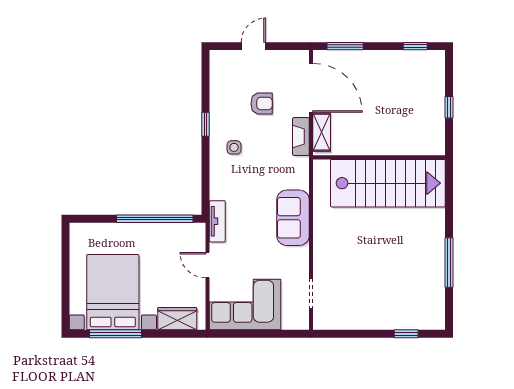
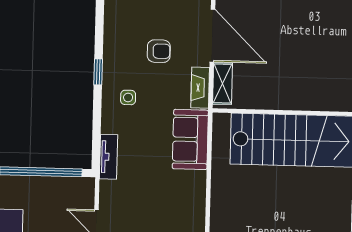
sofa: (293, 218) -> (190, 139), moved
tv unit: (217, 221) -> (108, 157), moved

